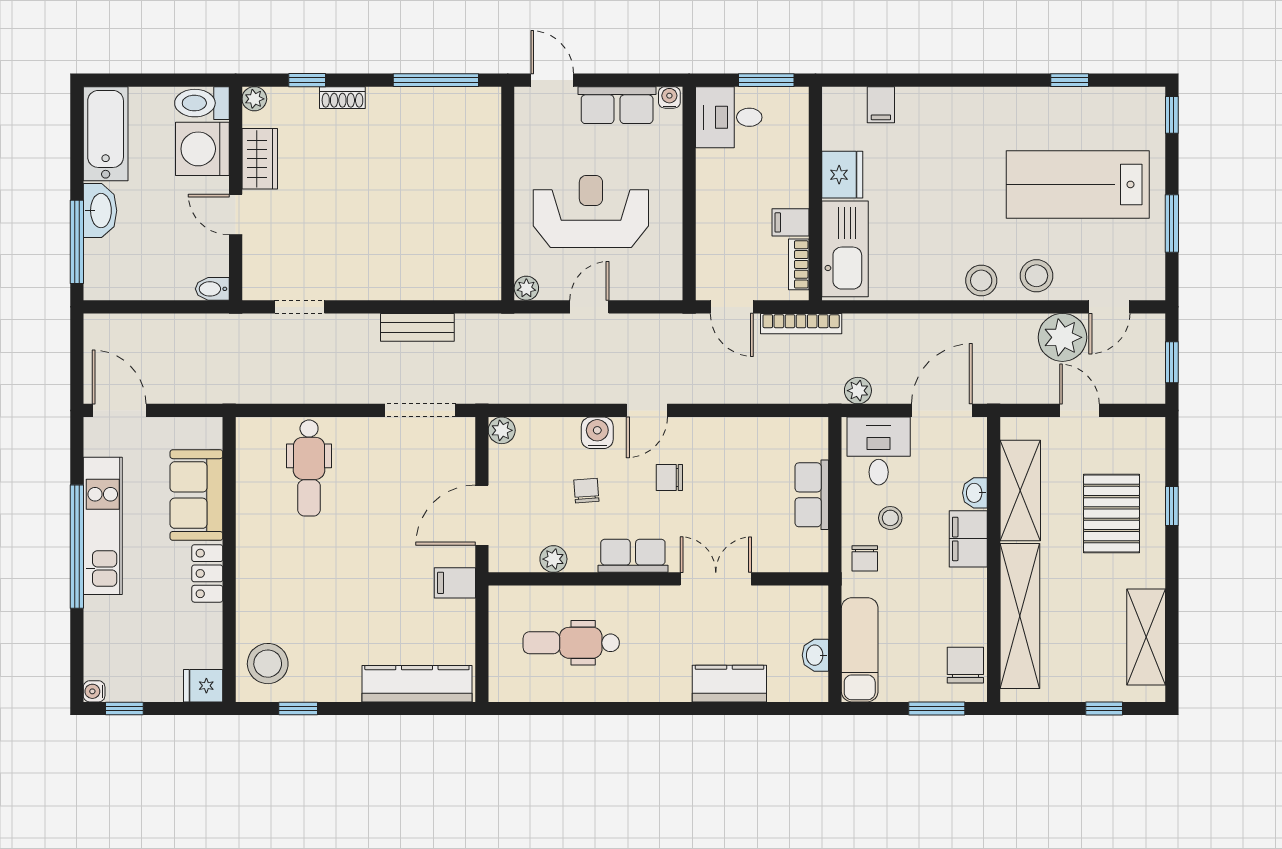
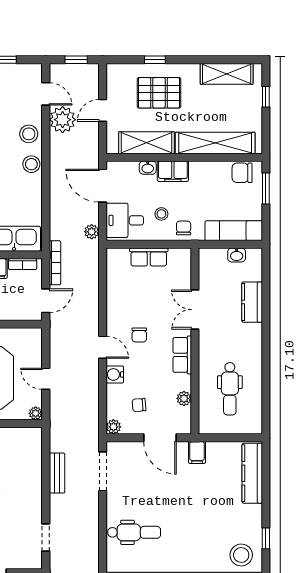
chair: (586, 491) -> (139, 405), moved
chair: (865, 558) -> (184, 228), turned -90

